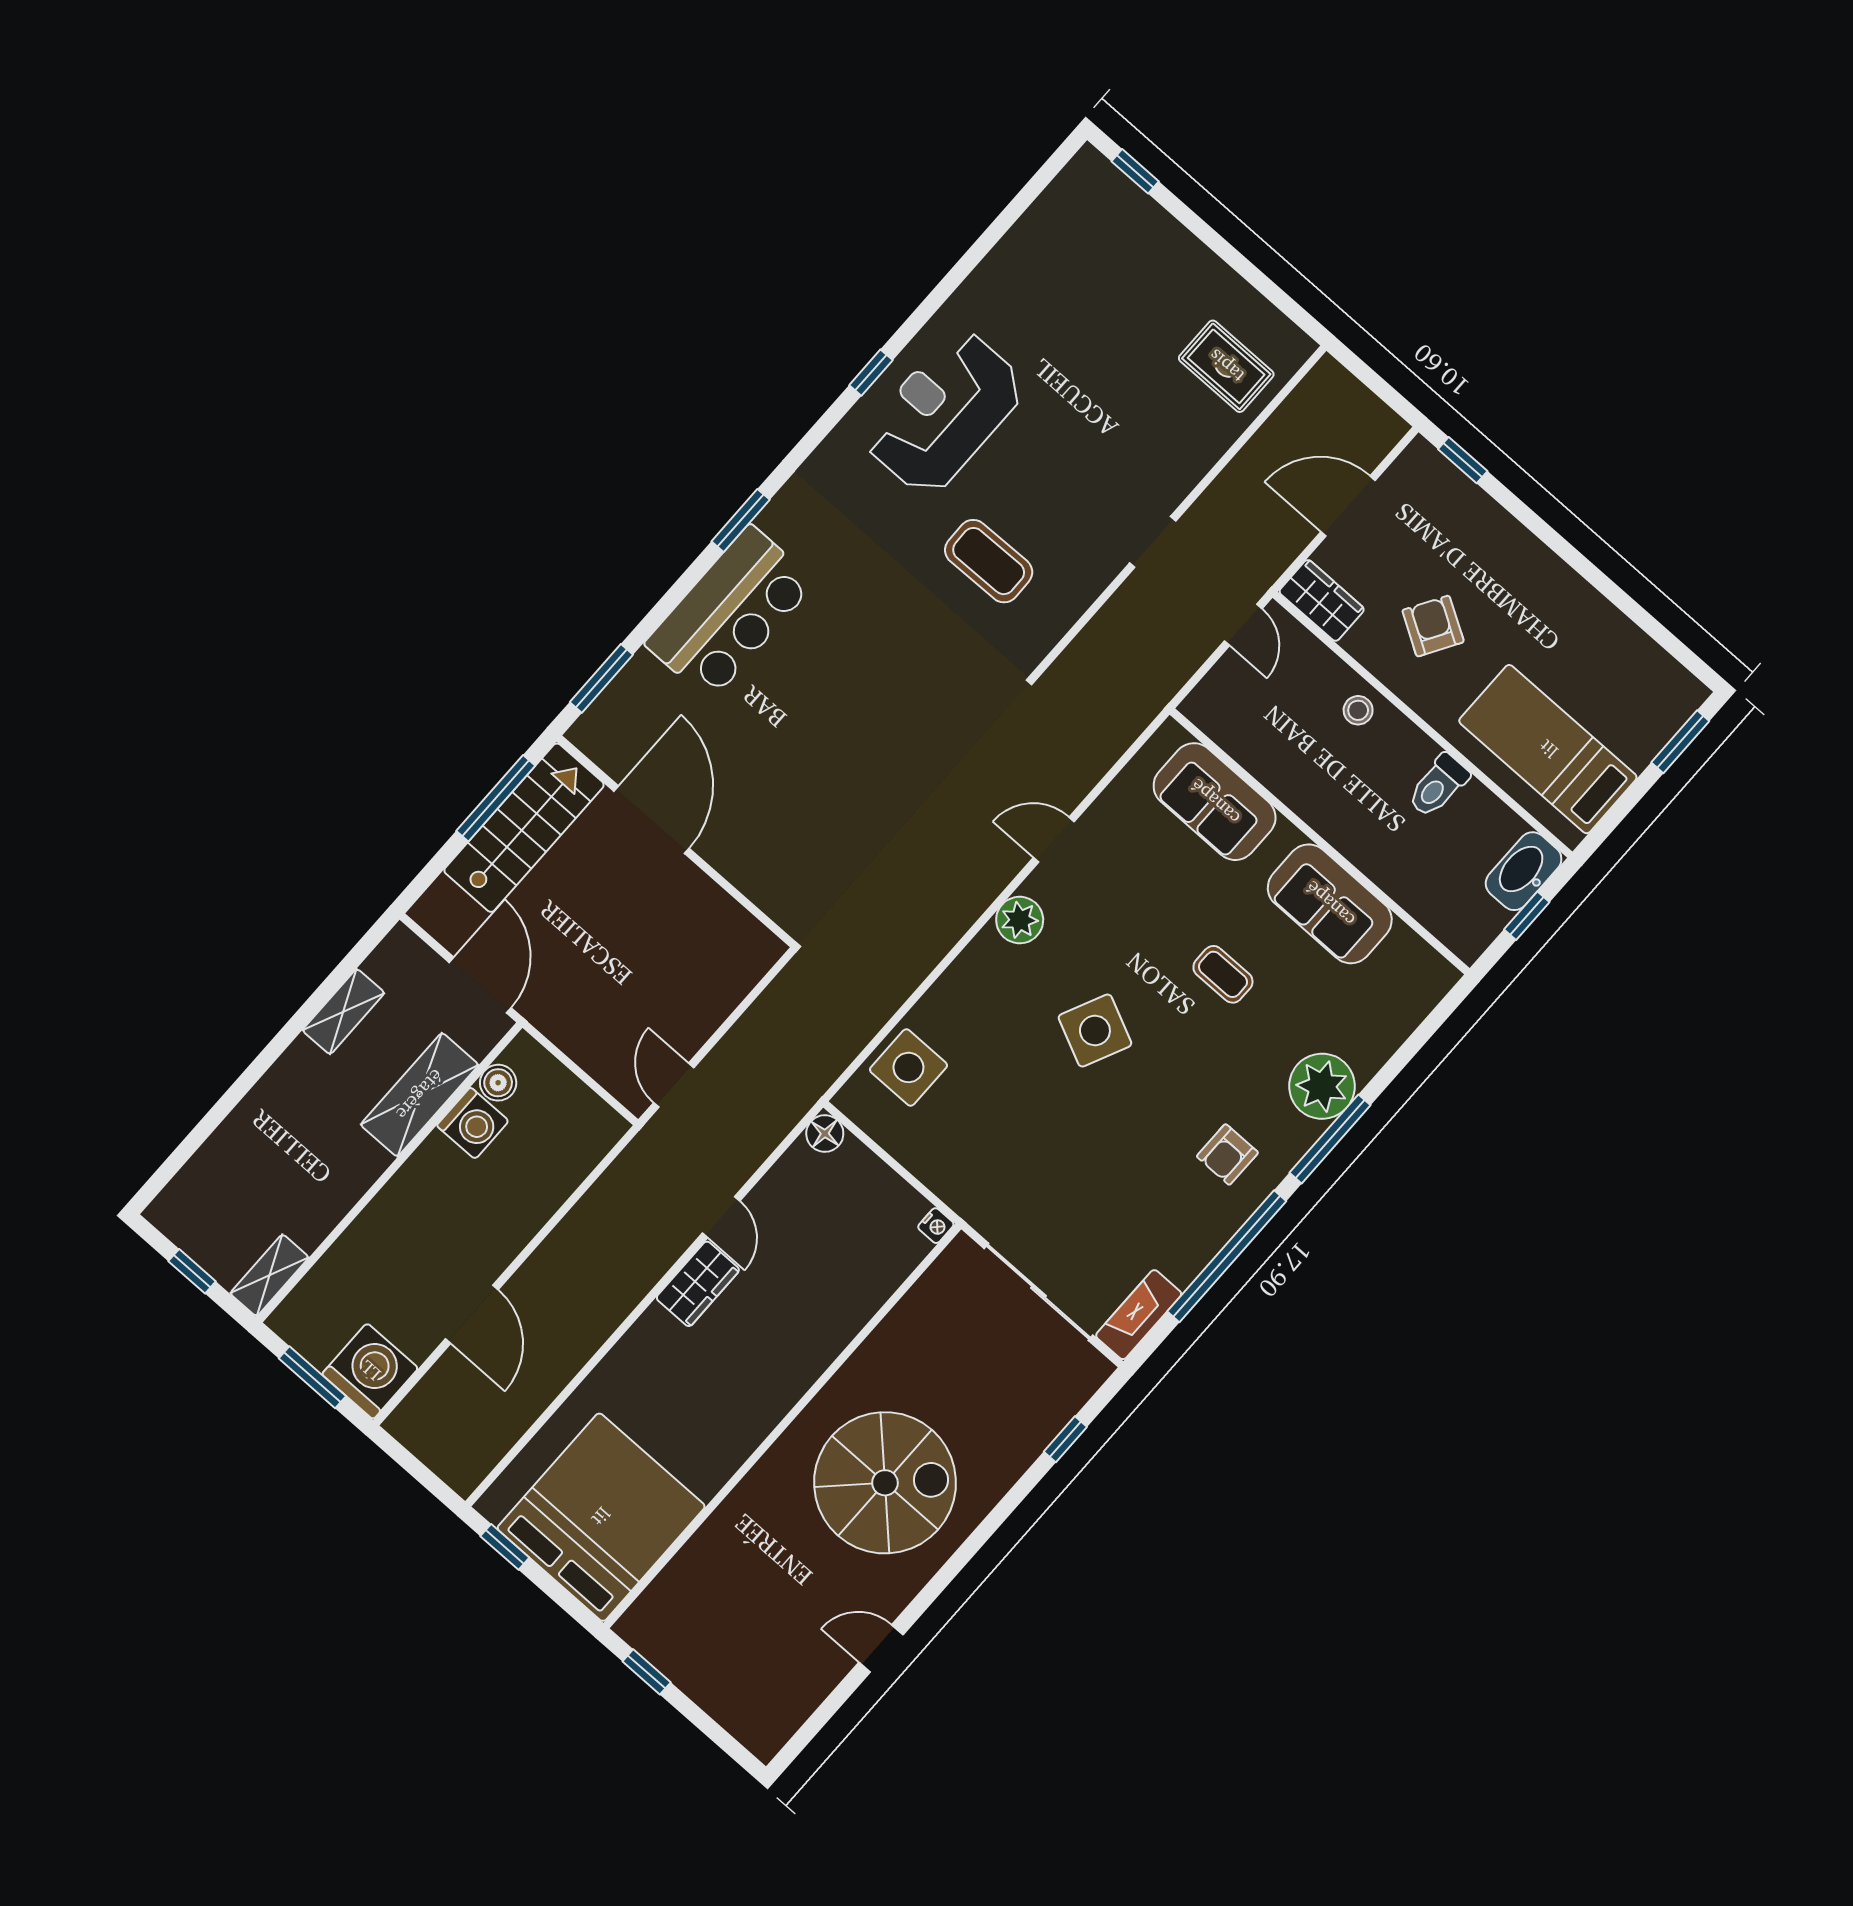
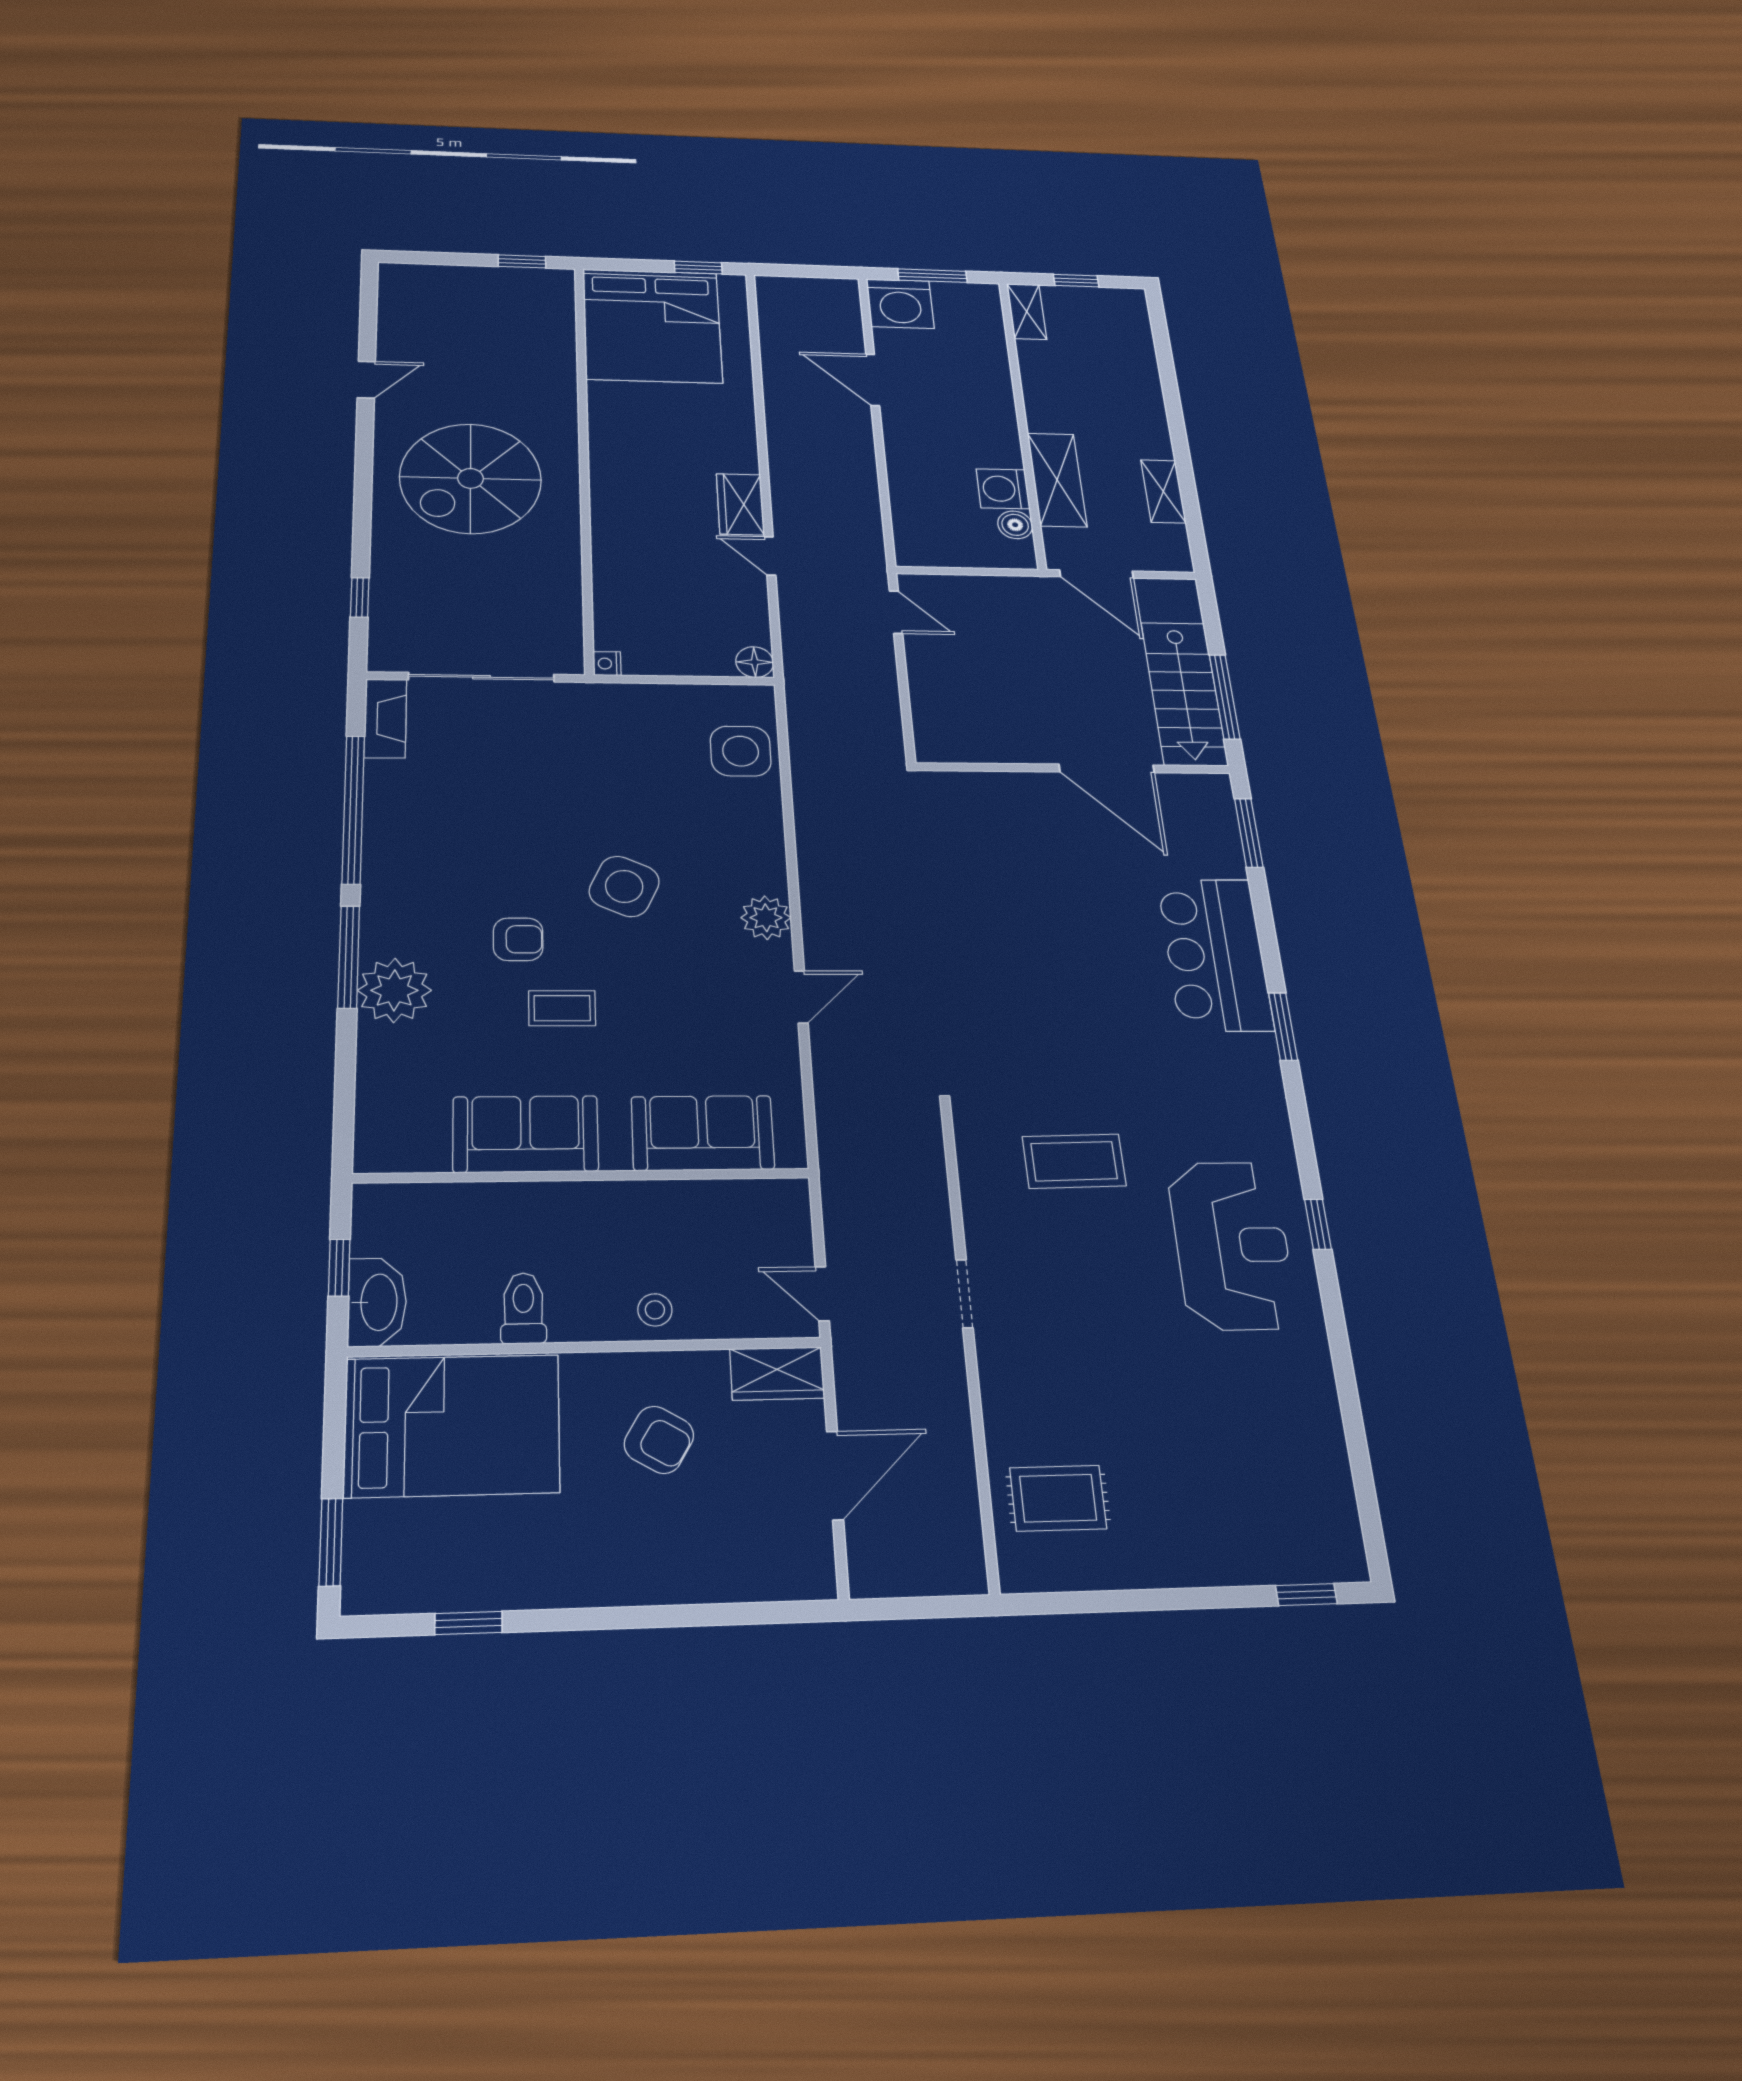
window: (1463, 460) -> (468, 1623), moved
bed: (1548, 749) -> (452, 1425), width x1.50
armchair: (1227, 1154) -> (518, 939), moved, turned 90

